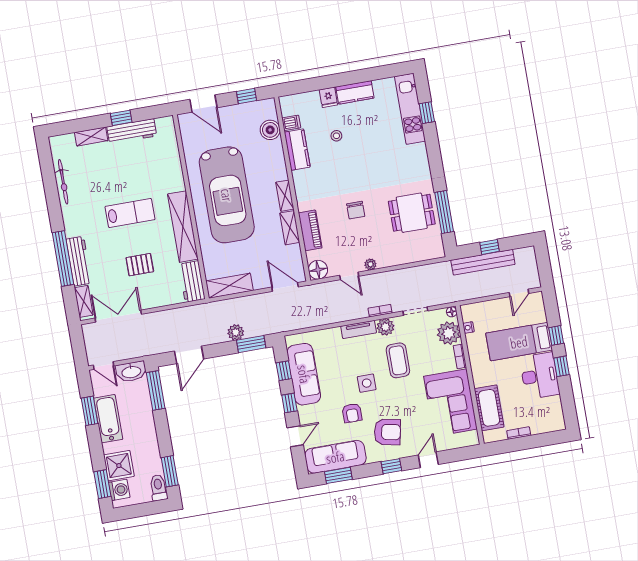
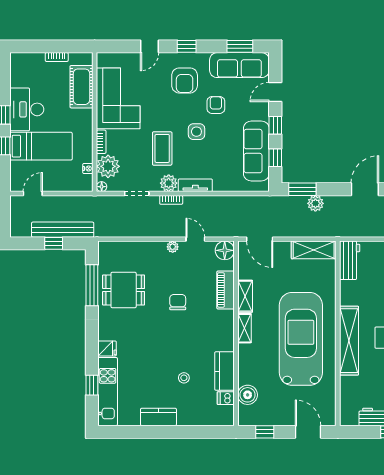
fridge: (328, 97) -> (107, 348), moved, turned 90
shelving: (183, 227) -> (349, 341), moved
armchair: (387, 432) -> (185, 80), turned -101

